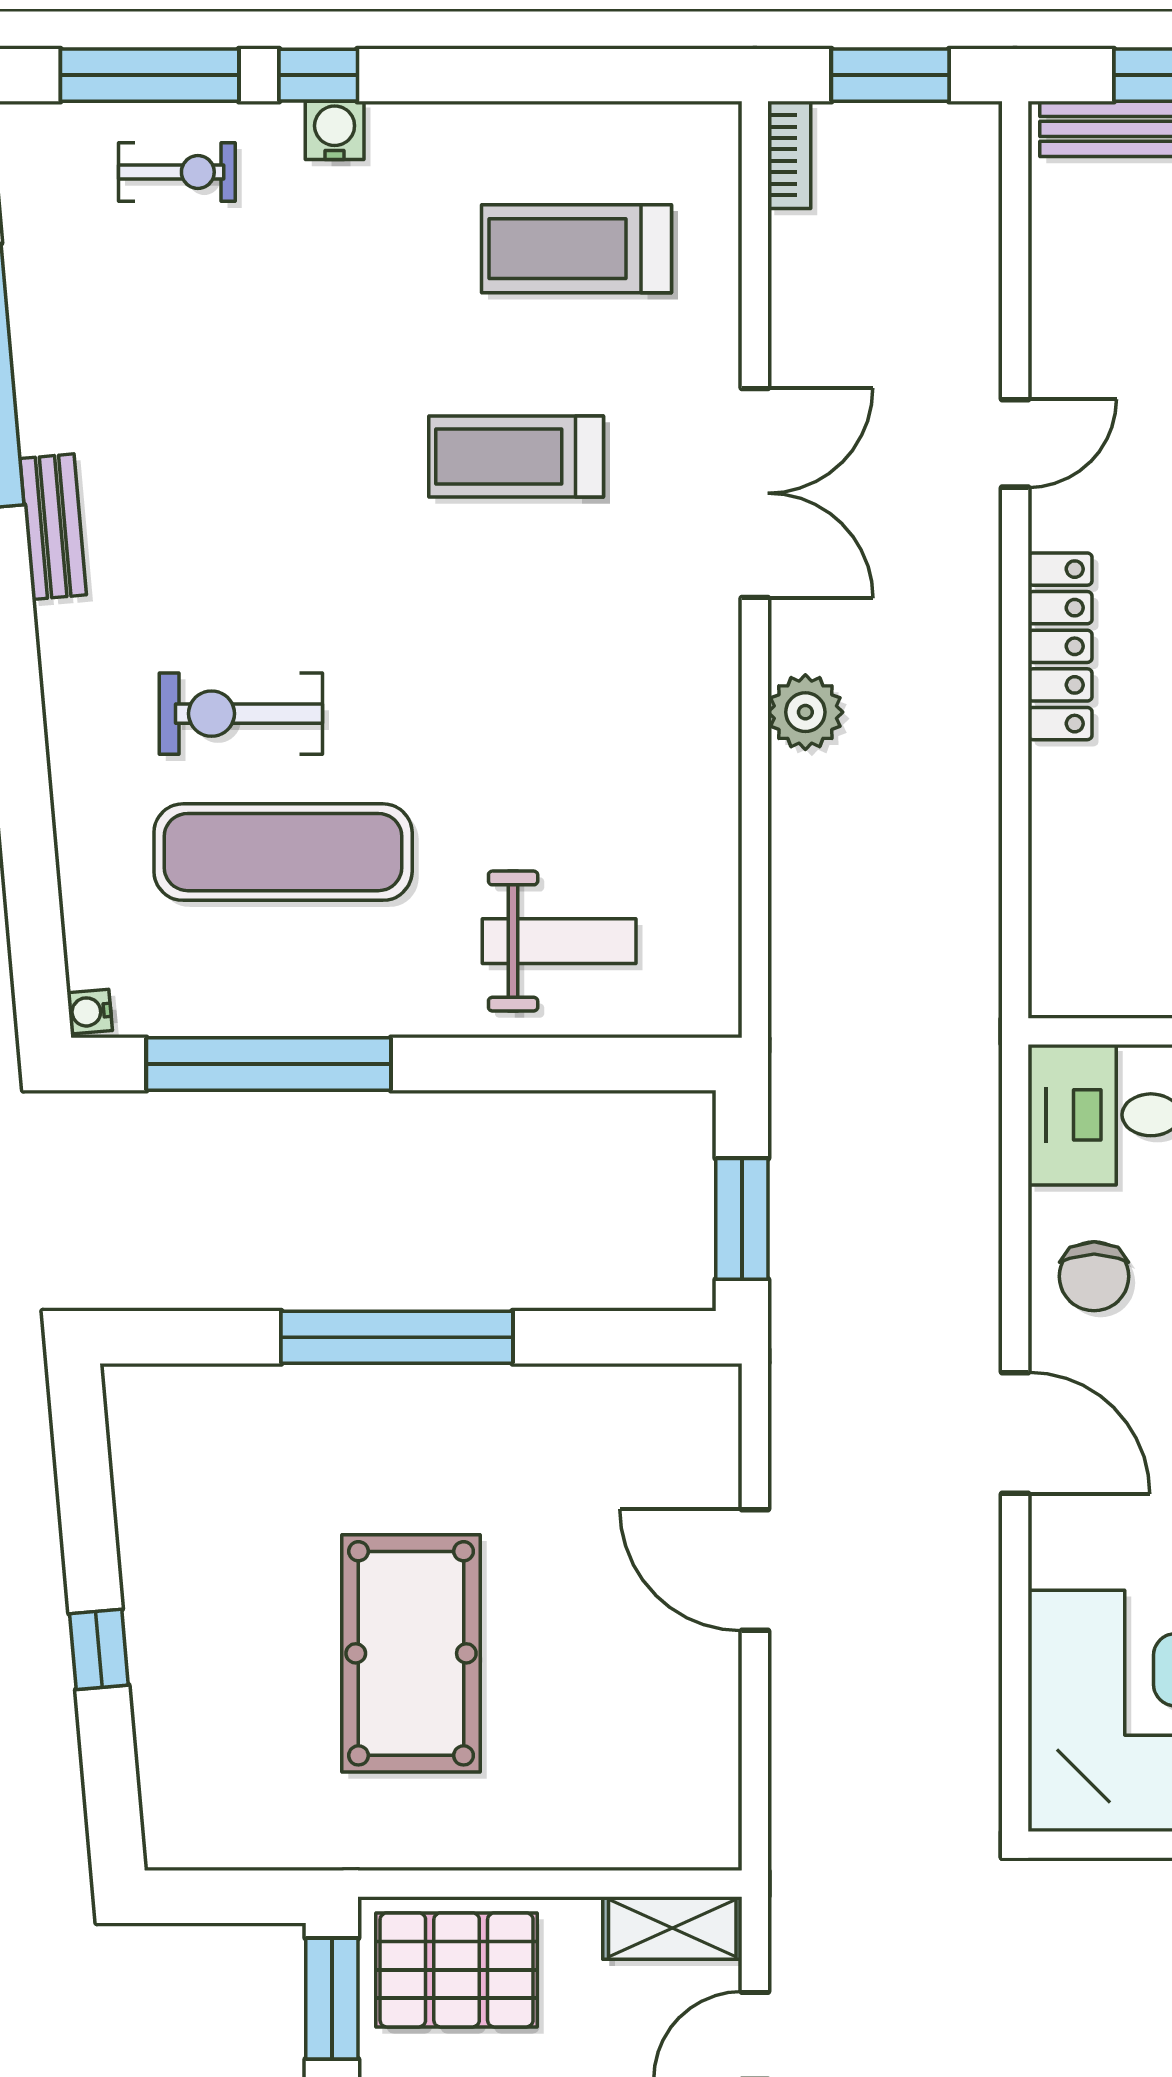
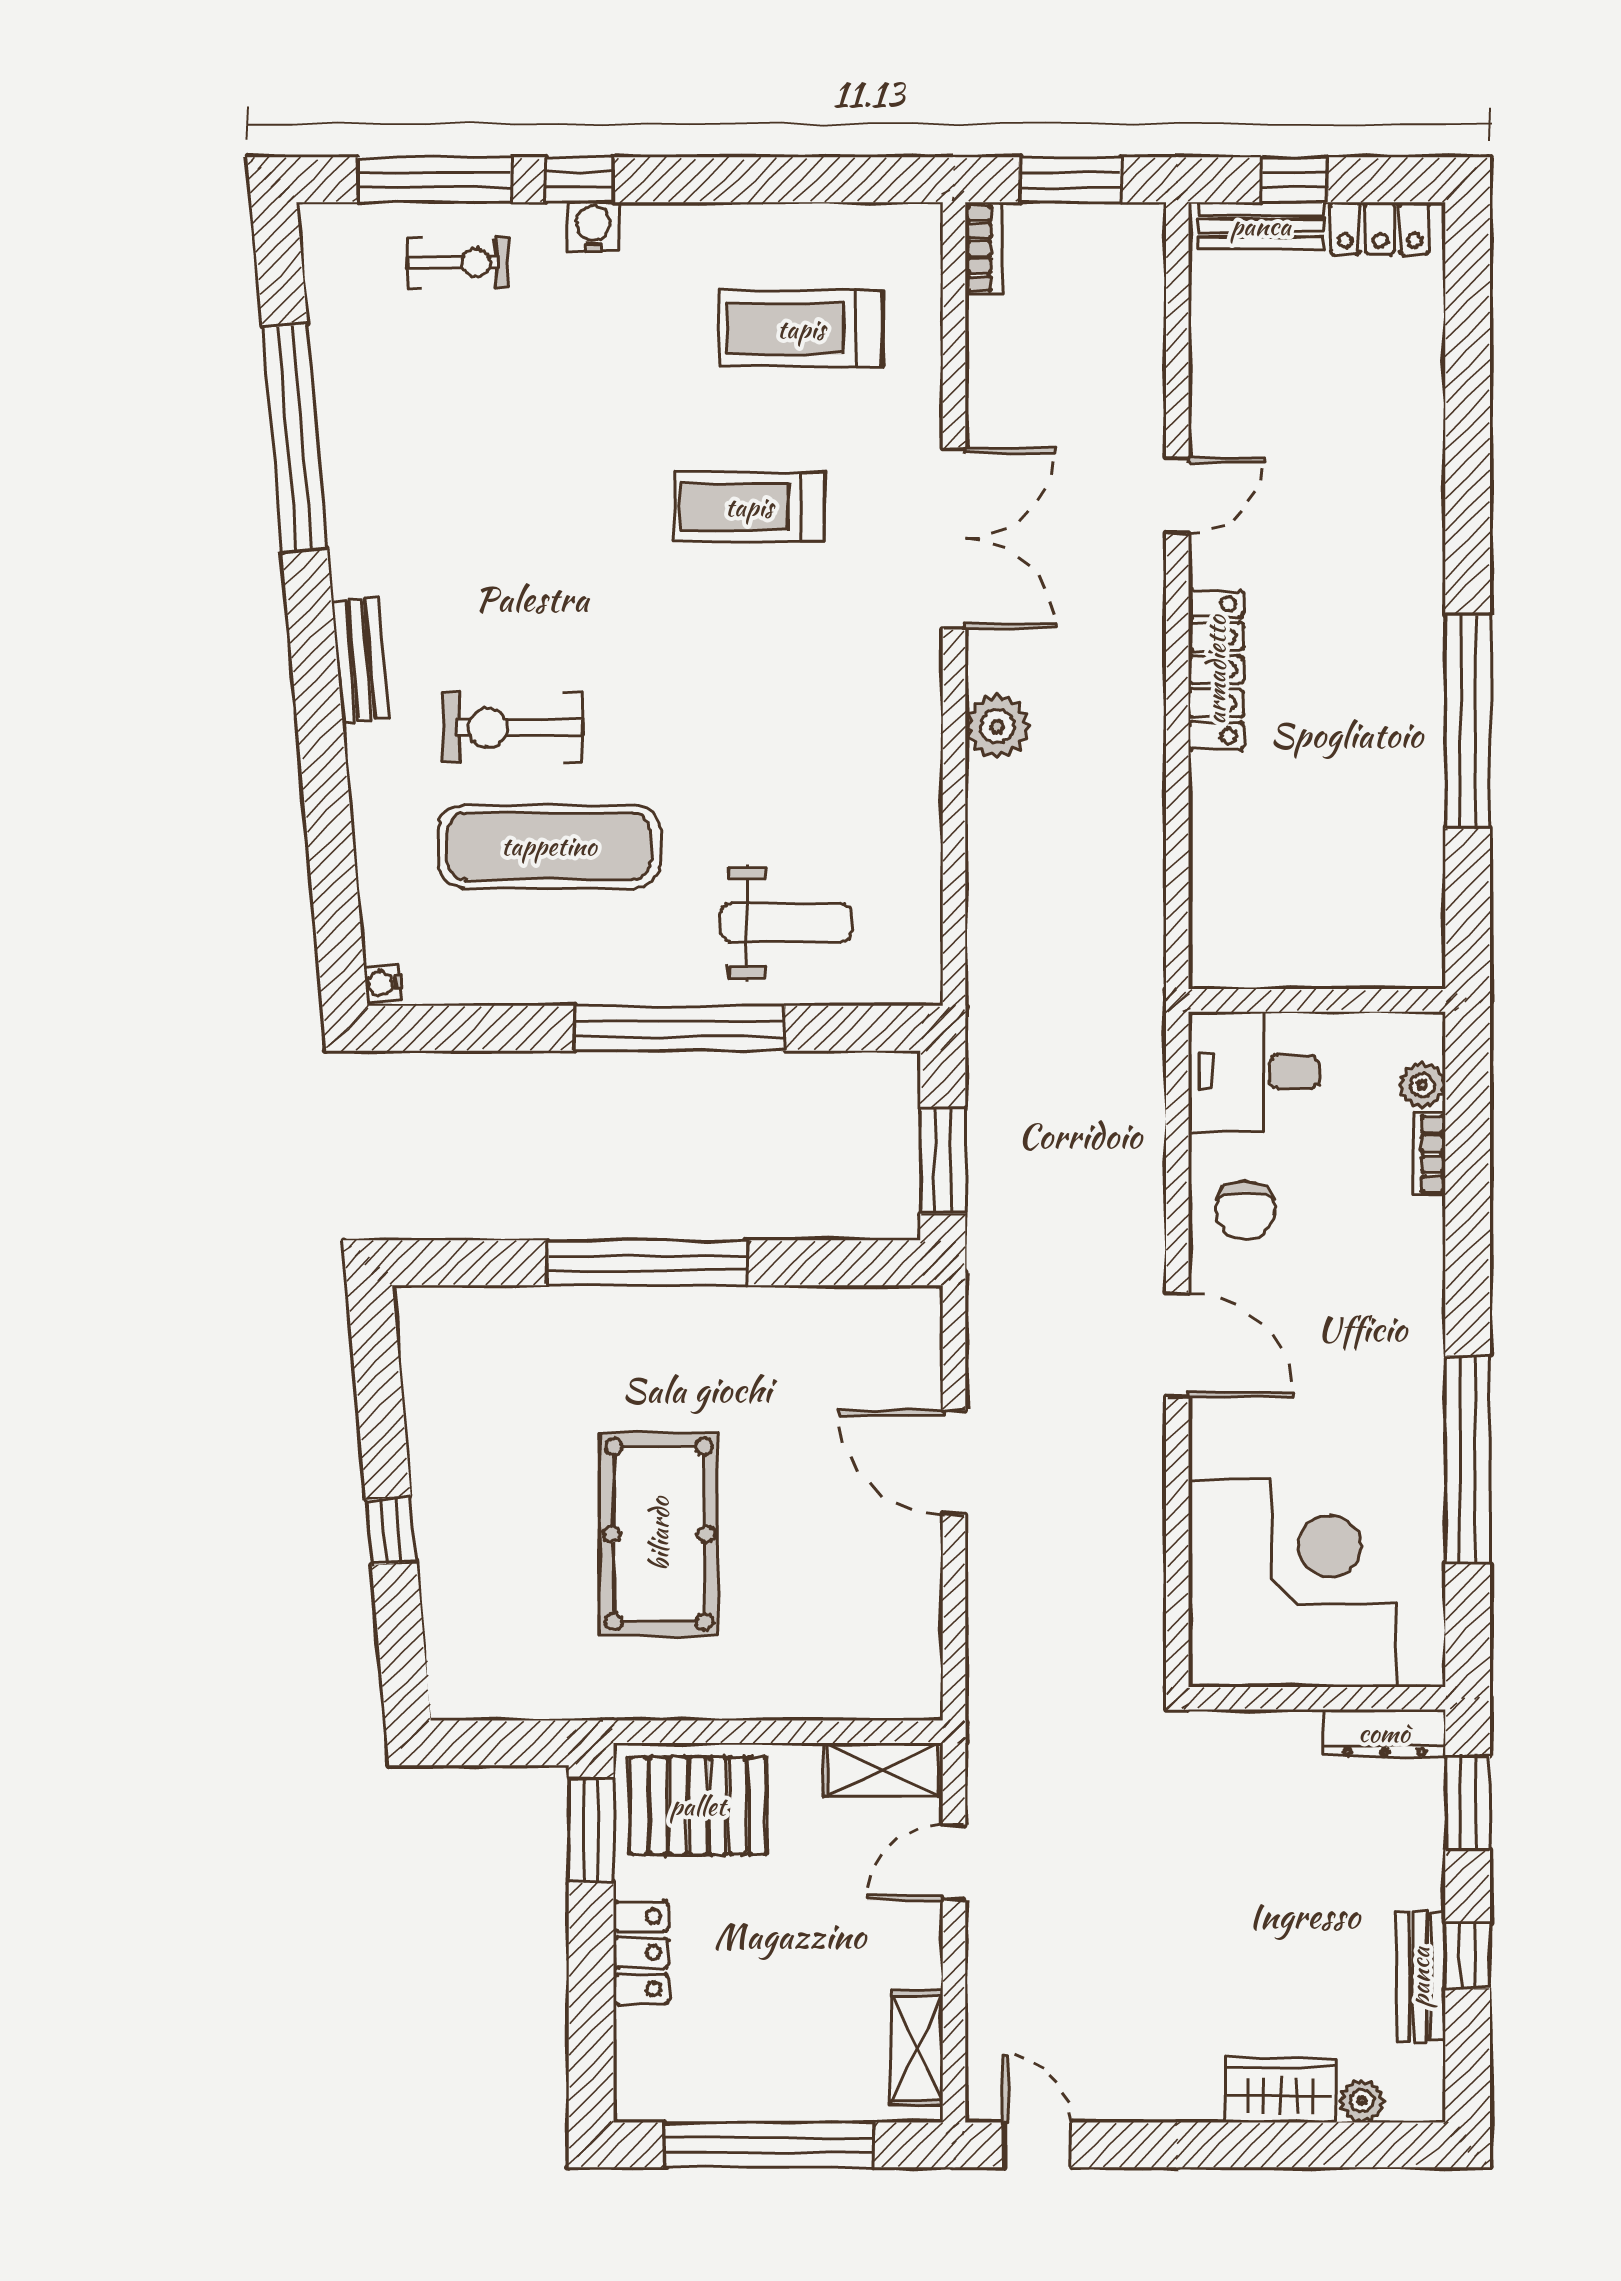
bench: (53, 527) -> (360, 659), moved
window: (269, 1064) -> (680, 1028), moved

